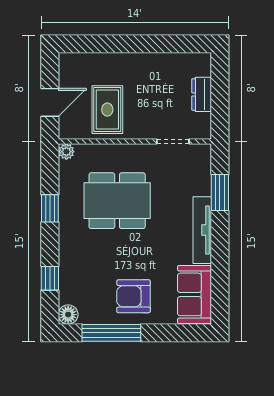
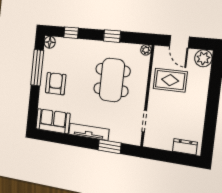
plant: (71, 65) -> (203, 58), added
dresser: (202, 94) -> (185, 147), moved

